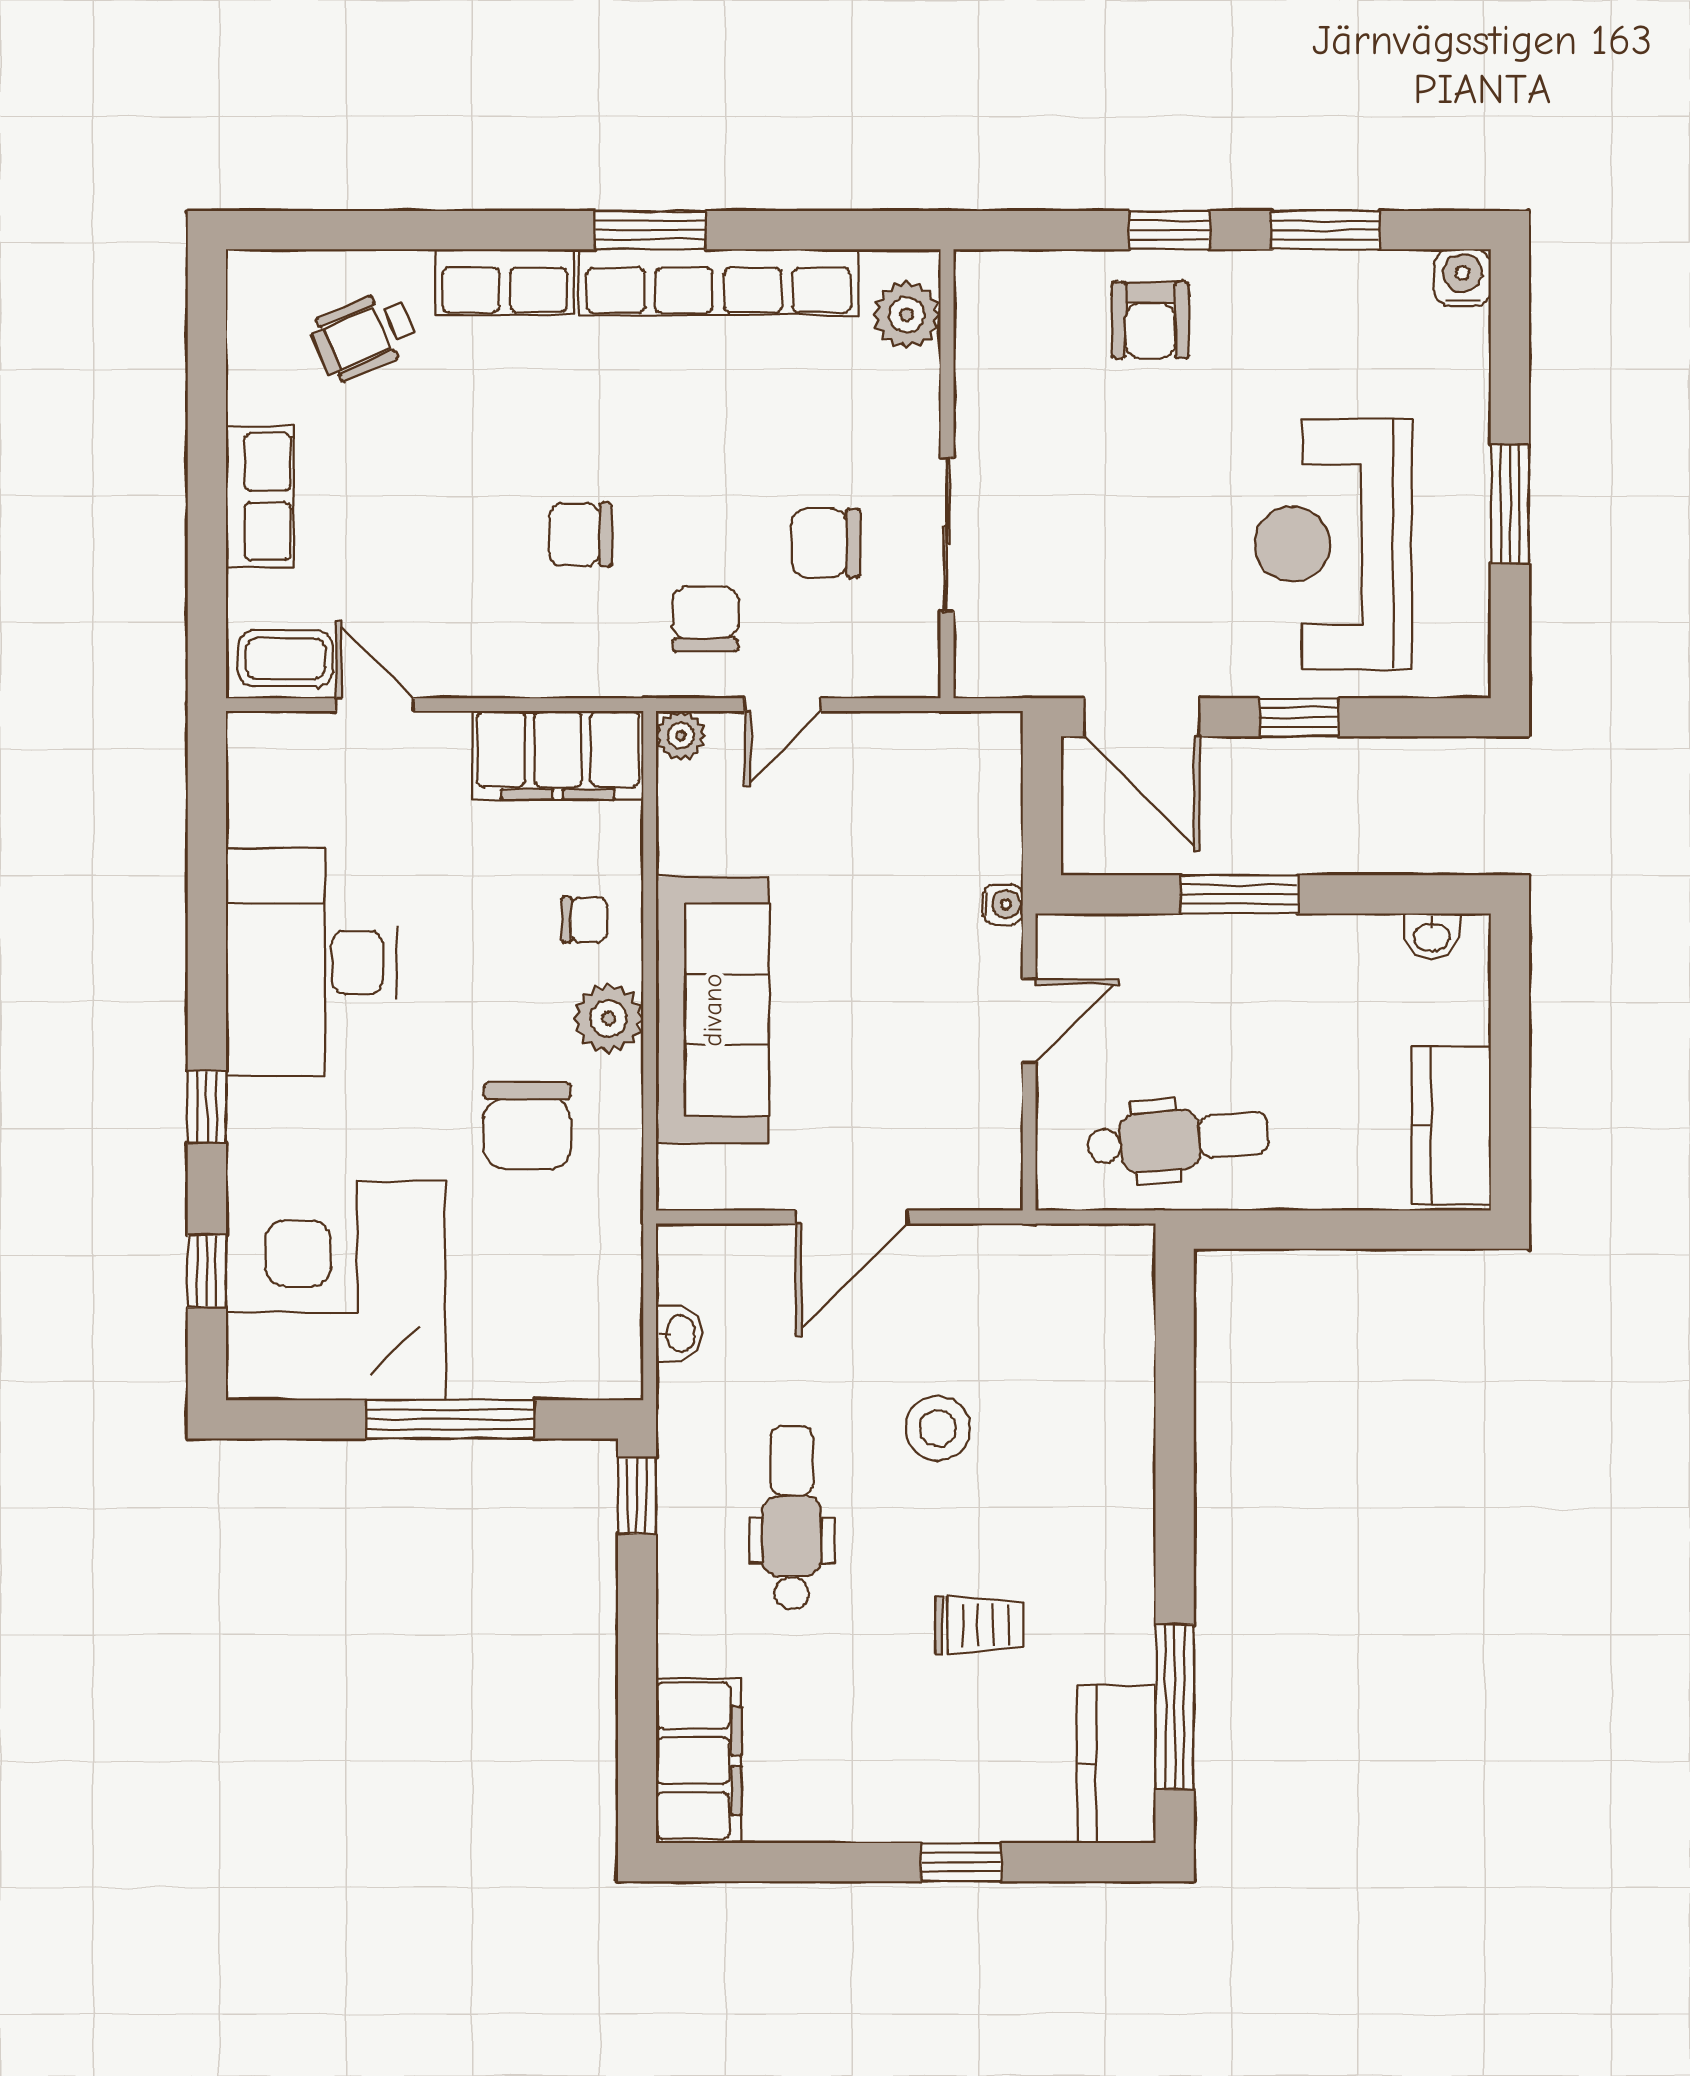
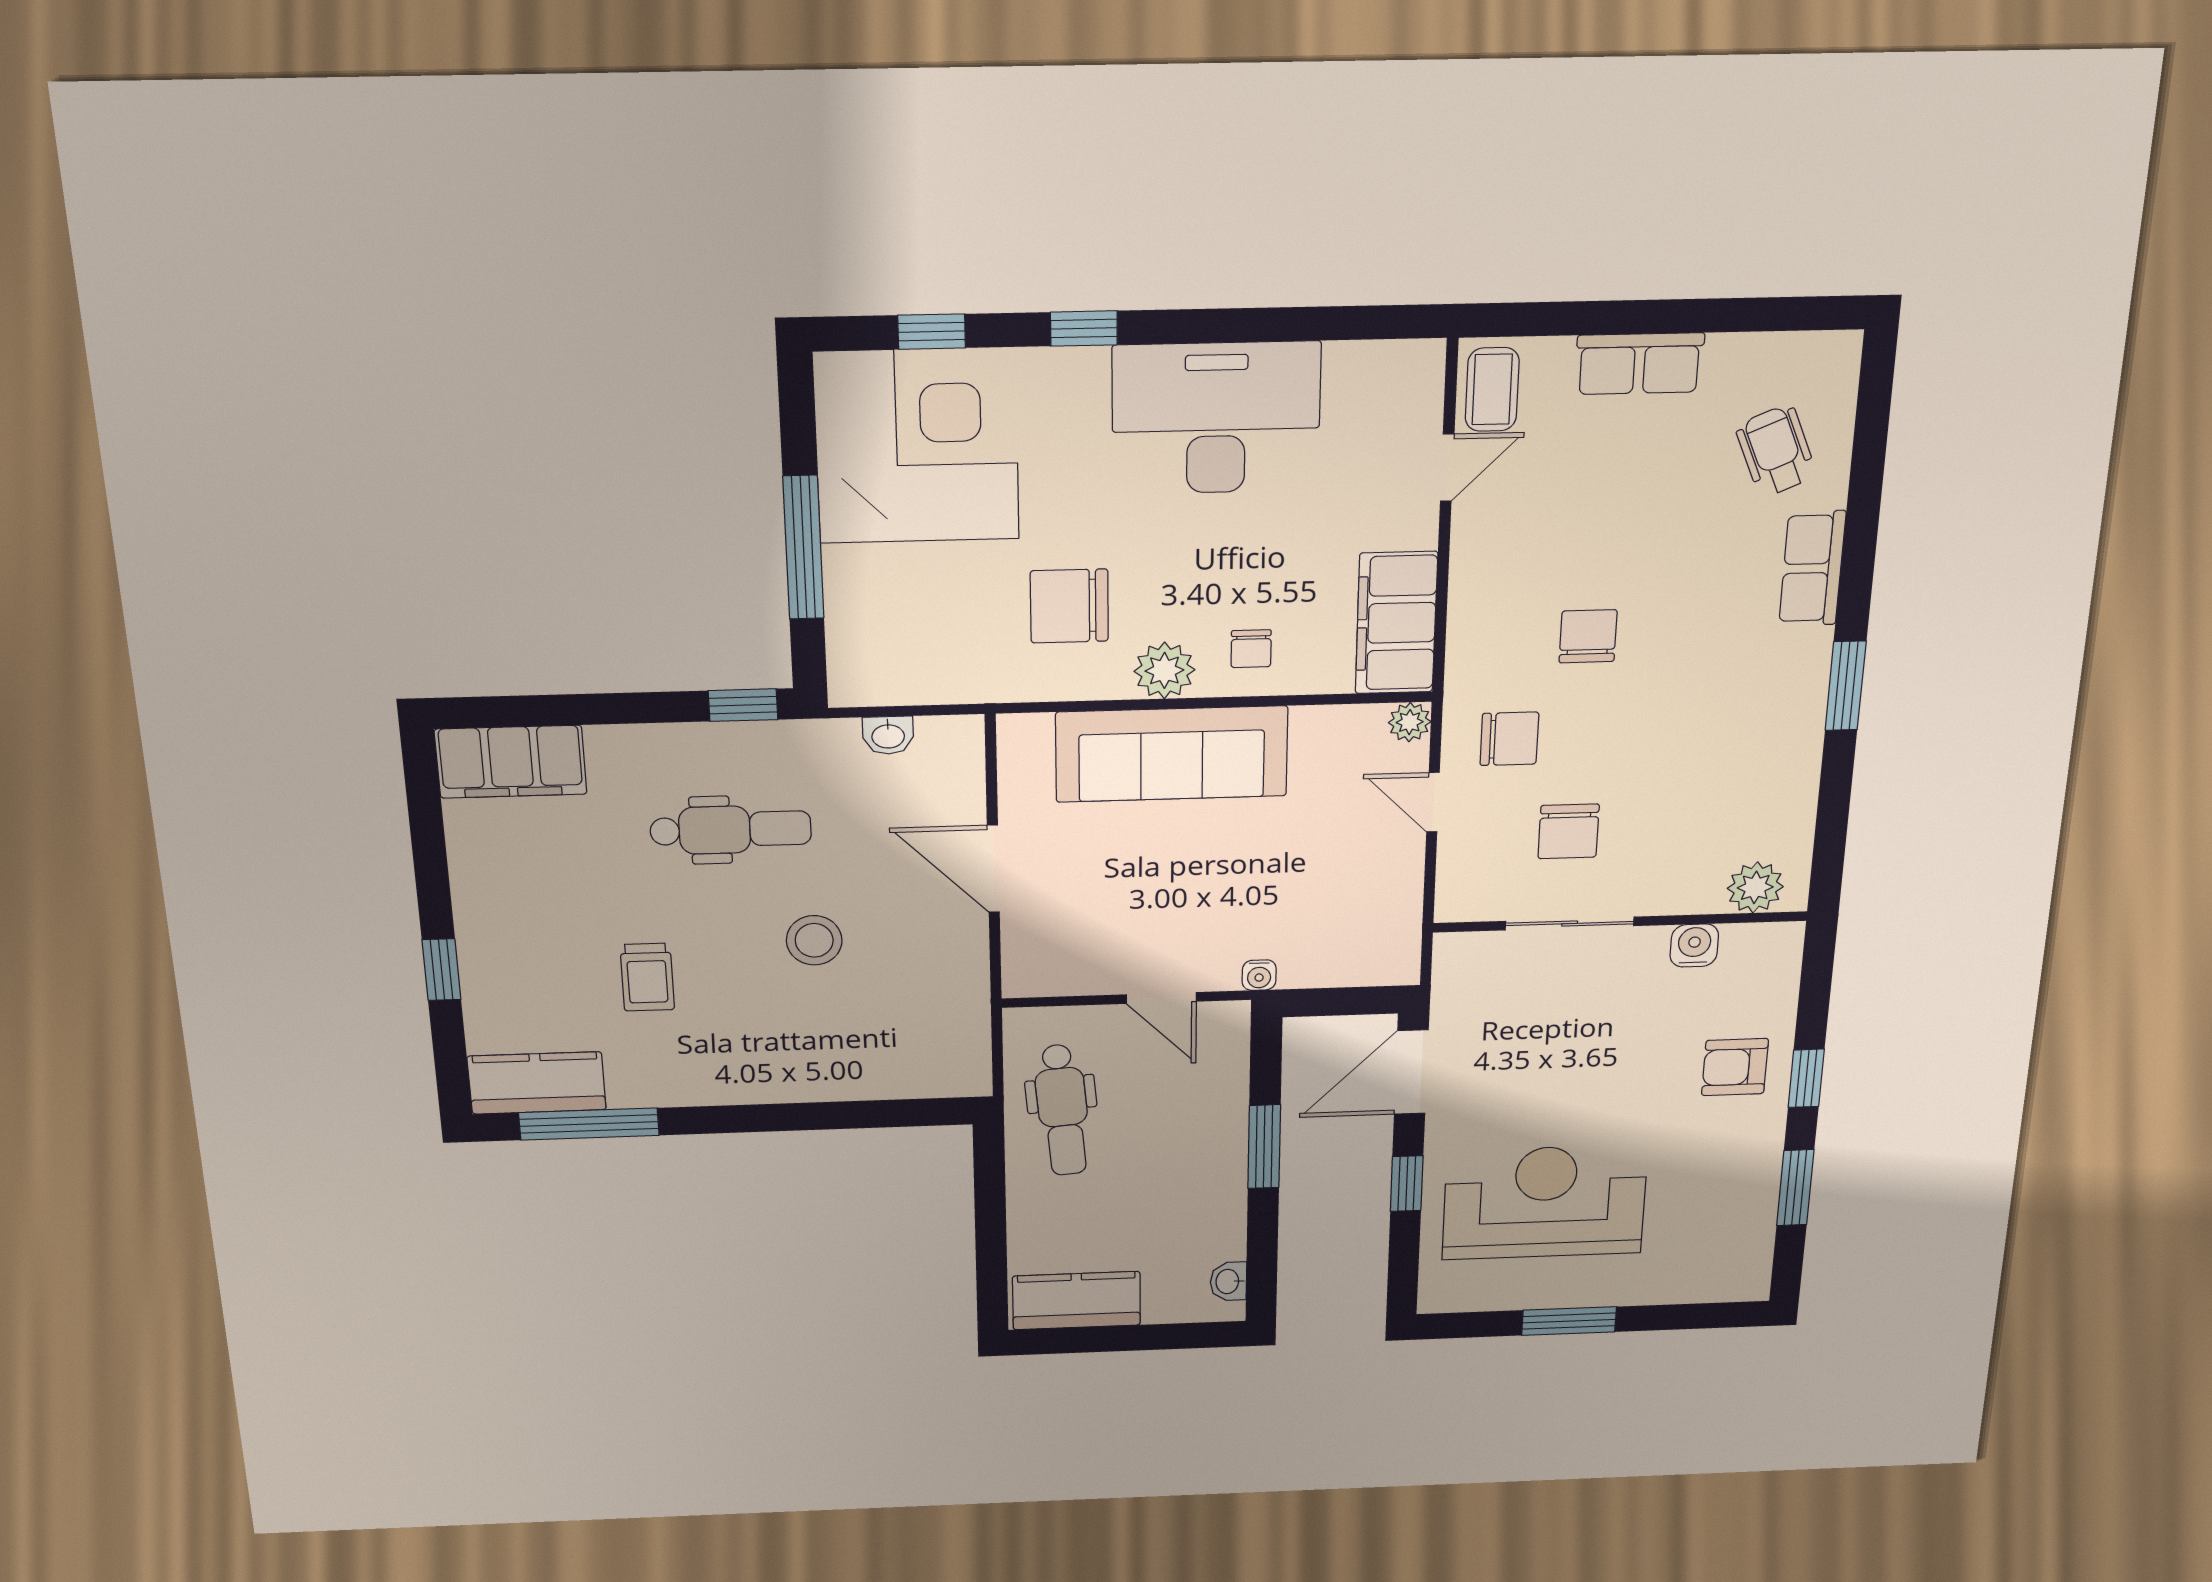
water cooler: (1463, 278) -> (1694, 945), moved, turned -90
row of seats: (718, 282) -> (1796, 741), removed
chair: (826, 543) -> (1569, 831), turned 180

